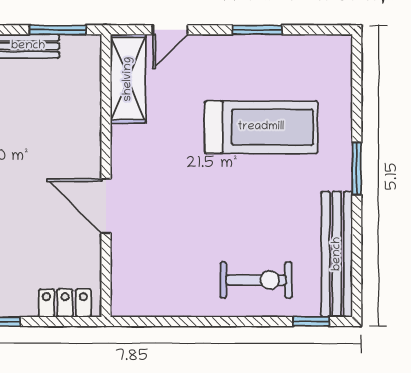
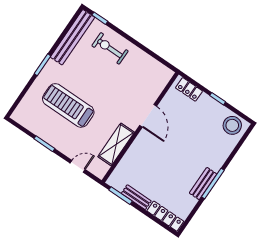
shelving: (128, 79) -> (116, 144), moved

